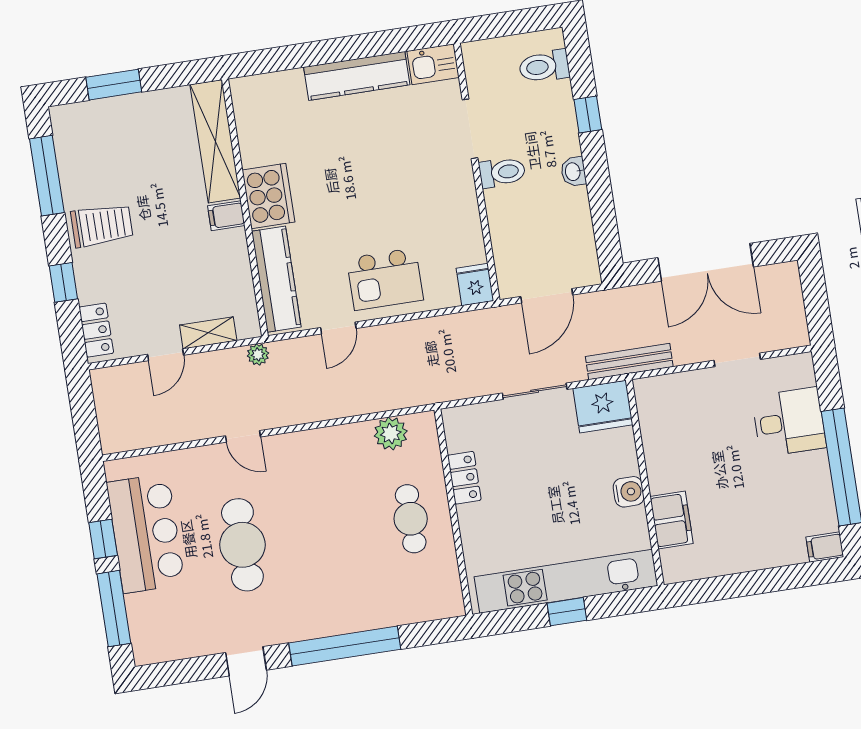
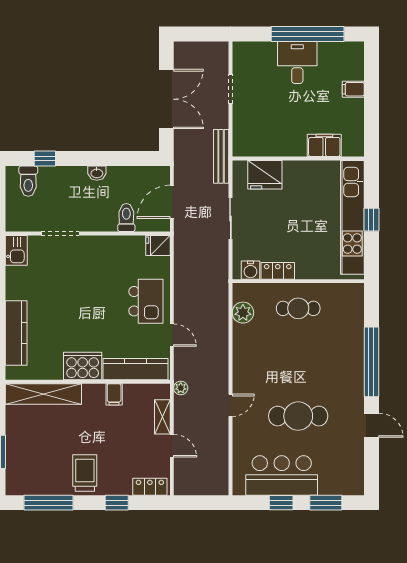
kitchen counter: (357, 76) -> (16, 333), moved
window: (588, 115) -> (45, 158), moved
toilet: (502, 172) -> (126, 218), moved
filing cabinet: (226, 216) -> (114, 394), moved
door: (547, 296) -> (172, 202), swing flipped
fridge: (603, 407) -> (265, 175), moved, turned 90
desk: (789, 422) -> (297, 62), moved
water cooler: (629, 492) -> (250, 270), moved, turned 180
filing cabinet: (825, 547) -> (353, 89), moved, turned 90
window: (114, 609) -> (326, 503), width x0.69

